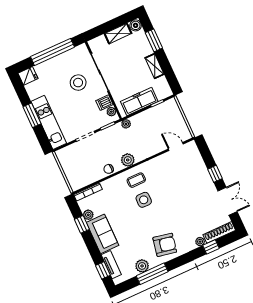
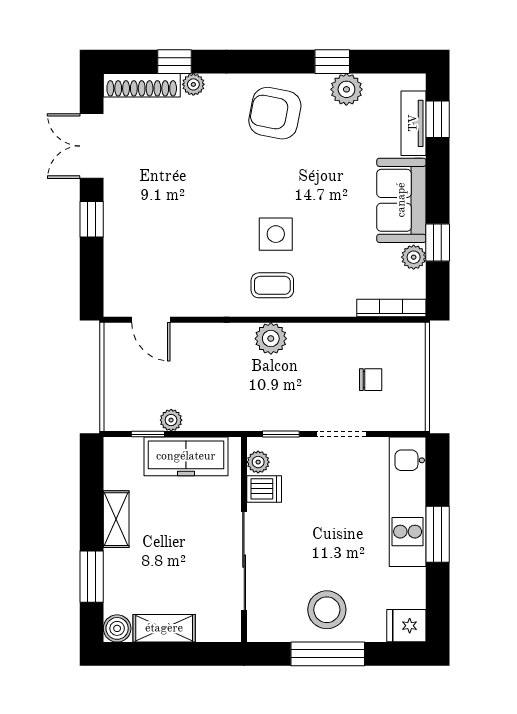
window: (52, 52) -> (328, 654), width x0.68
stool: (78, 83) -> (327, 610), moved
plant: (126, 124) -> (171, 420), moved
chair: (109, 169) -> (371, 380), moved
window: (152, 274) -> (332, 62), width x0.46

